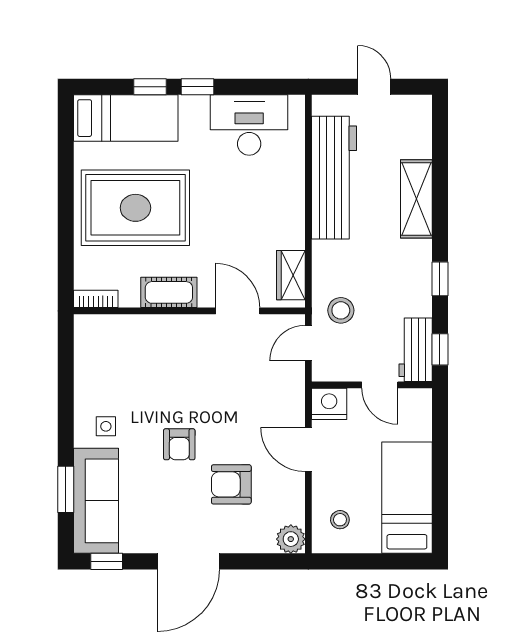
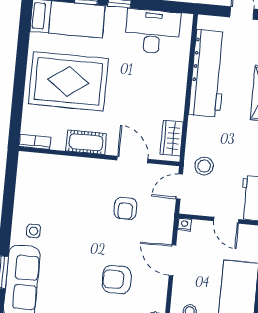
nightstand: (329, 404) -> (185, 225), width x0.53, depth x0.56
armchair: (179, 444) -> (125, 208), moved

